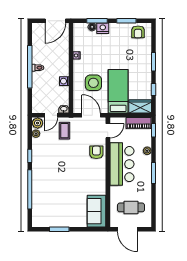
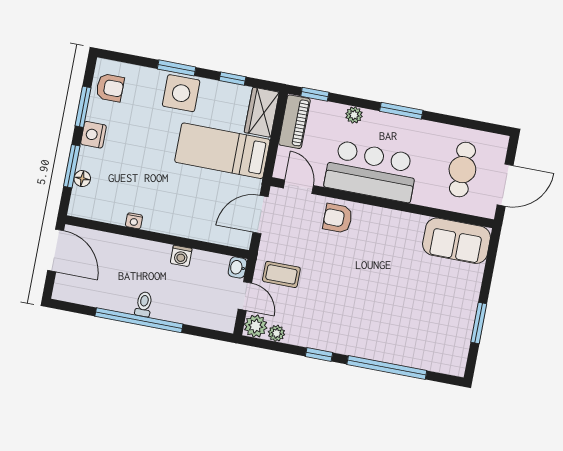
nightstand: (103, 28) -> (93, 135), moved
side table: (93, 83) -> (181, 93), moved

